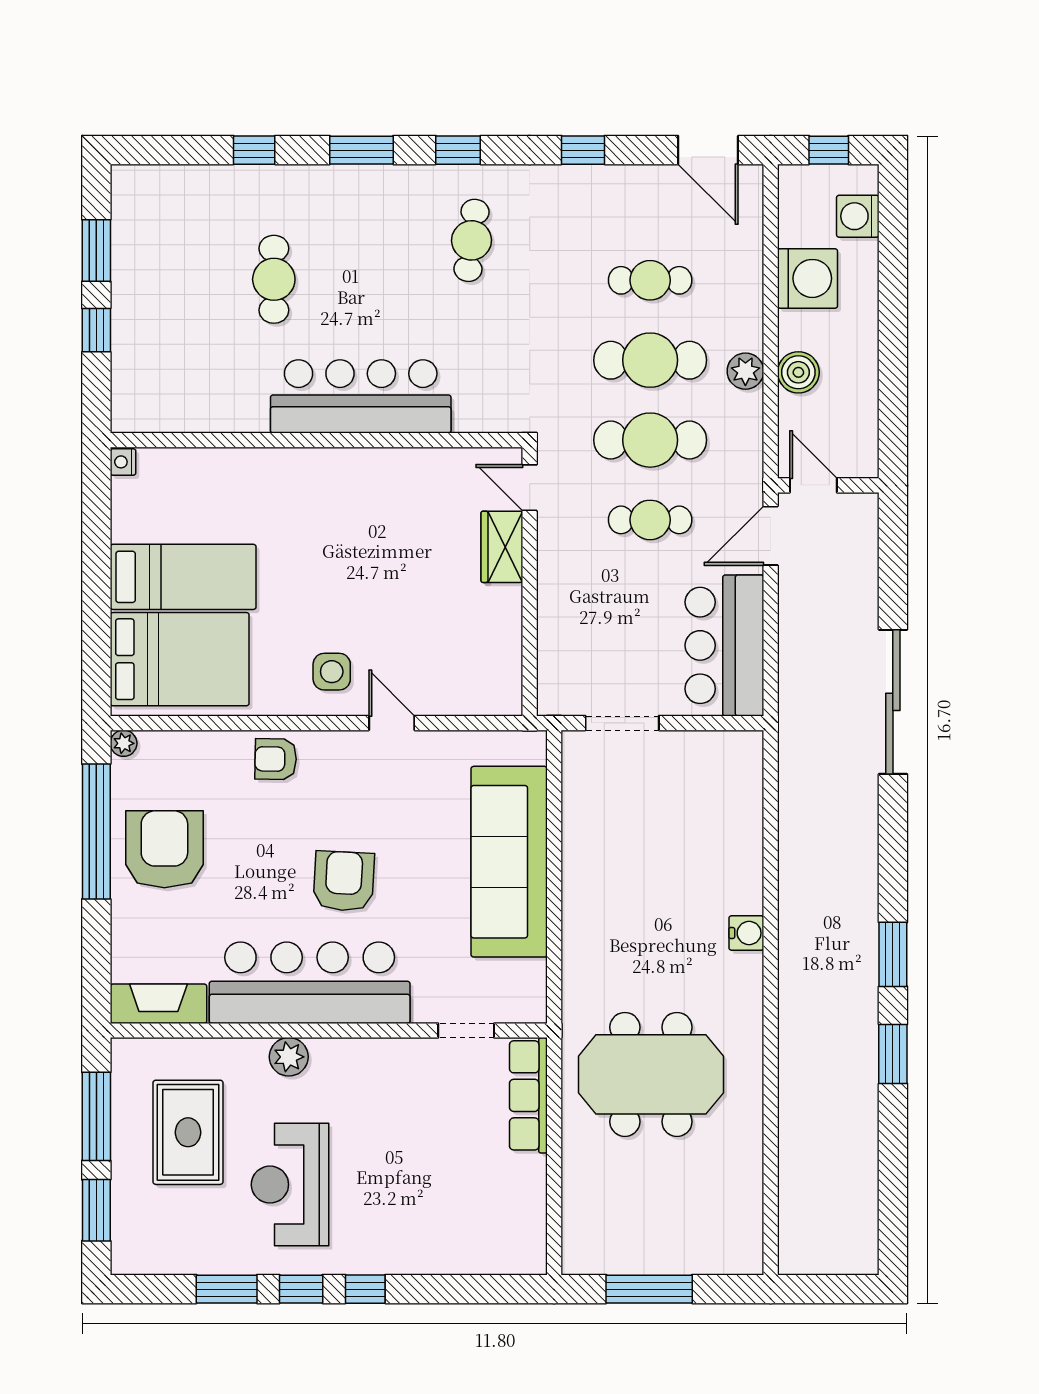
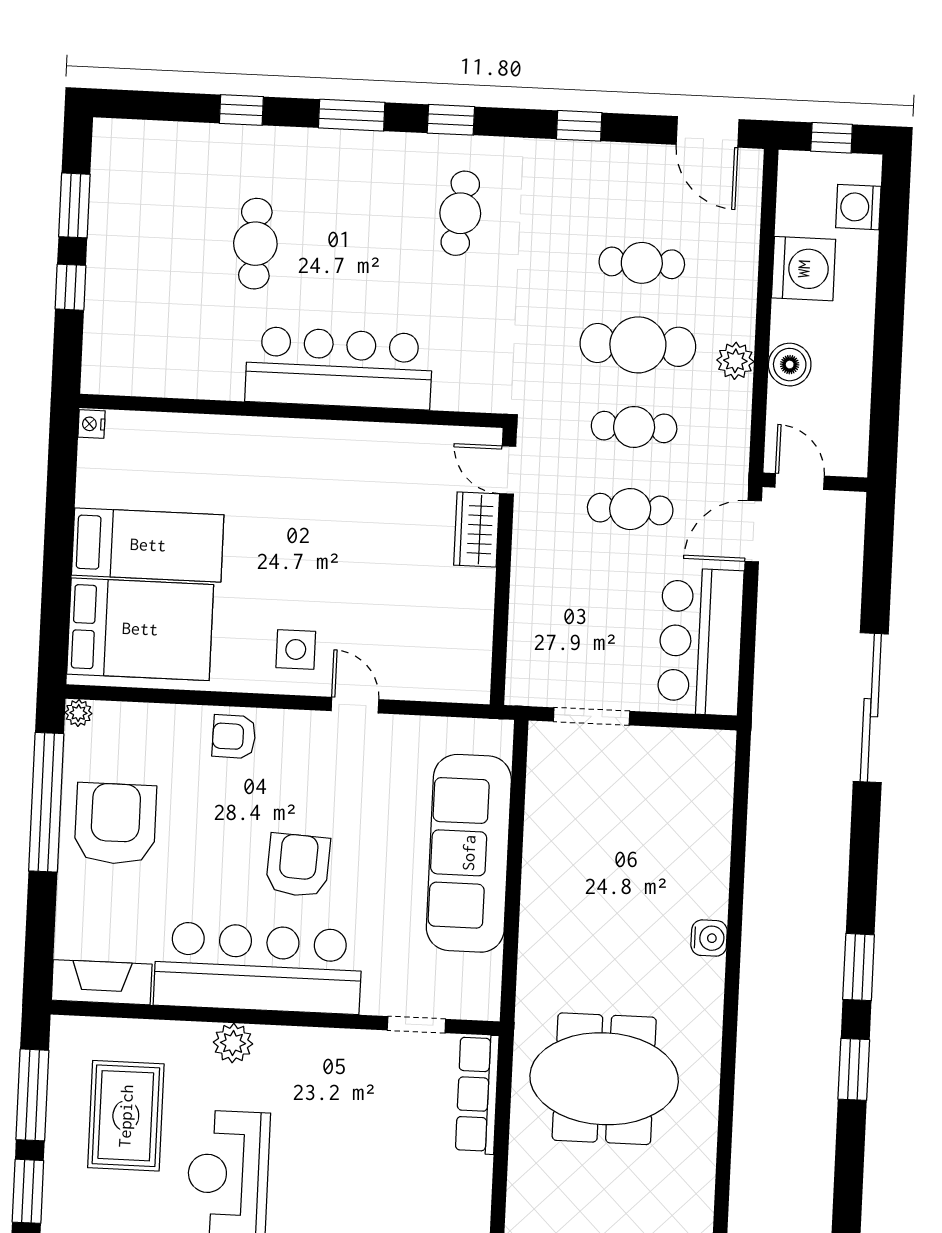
cafe table: (650, 440) -> (634, 427), width x0.73, depth x0.74

